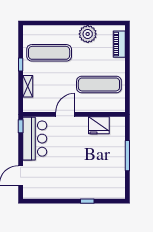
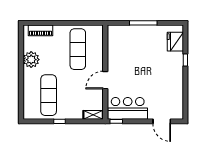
shelving: (28, 86) -> (93, 115), moved
door: (65, 114) -> (105, 80), hinge flipped
fridge: (99, 125) -> (175, 42), moved, turned 180

